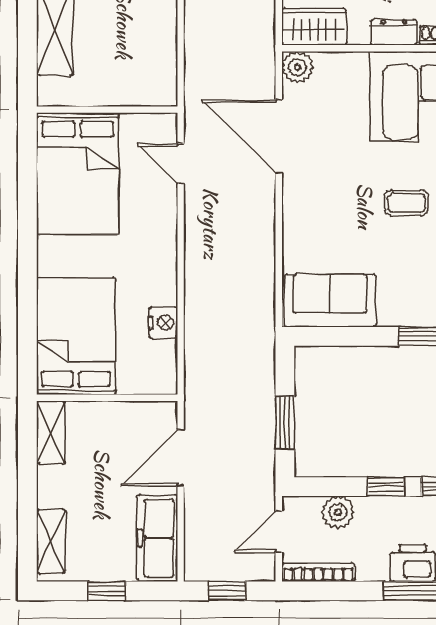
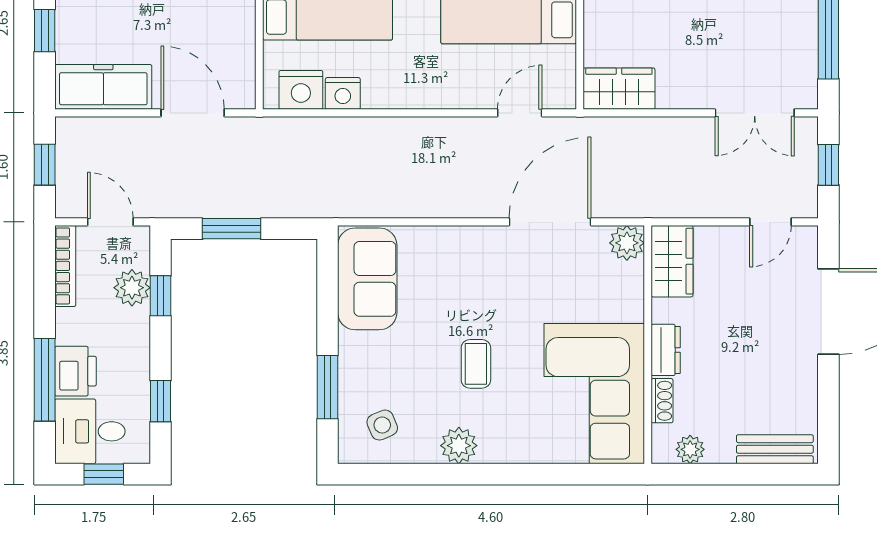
wardrobe: (159, 74) -> (619, 89), added
nightstand: (160, 360) -> (301, 90), added
window: (386, 487) -> (161, 296), moved

